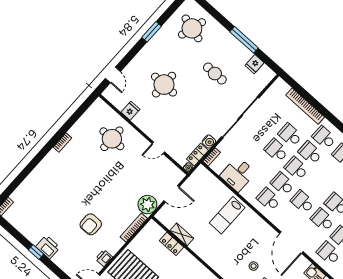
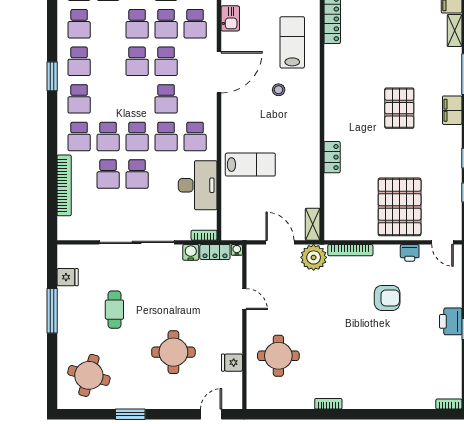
desk: (238, 174) -> (198, 185), width x1.37
shelving: (182, 234) -> (313, 224), moved
locker: (171, 244) -> (332, 157), moved

